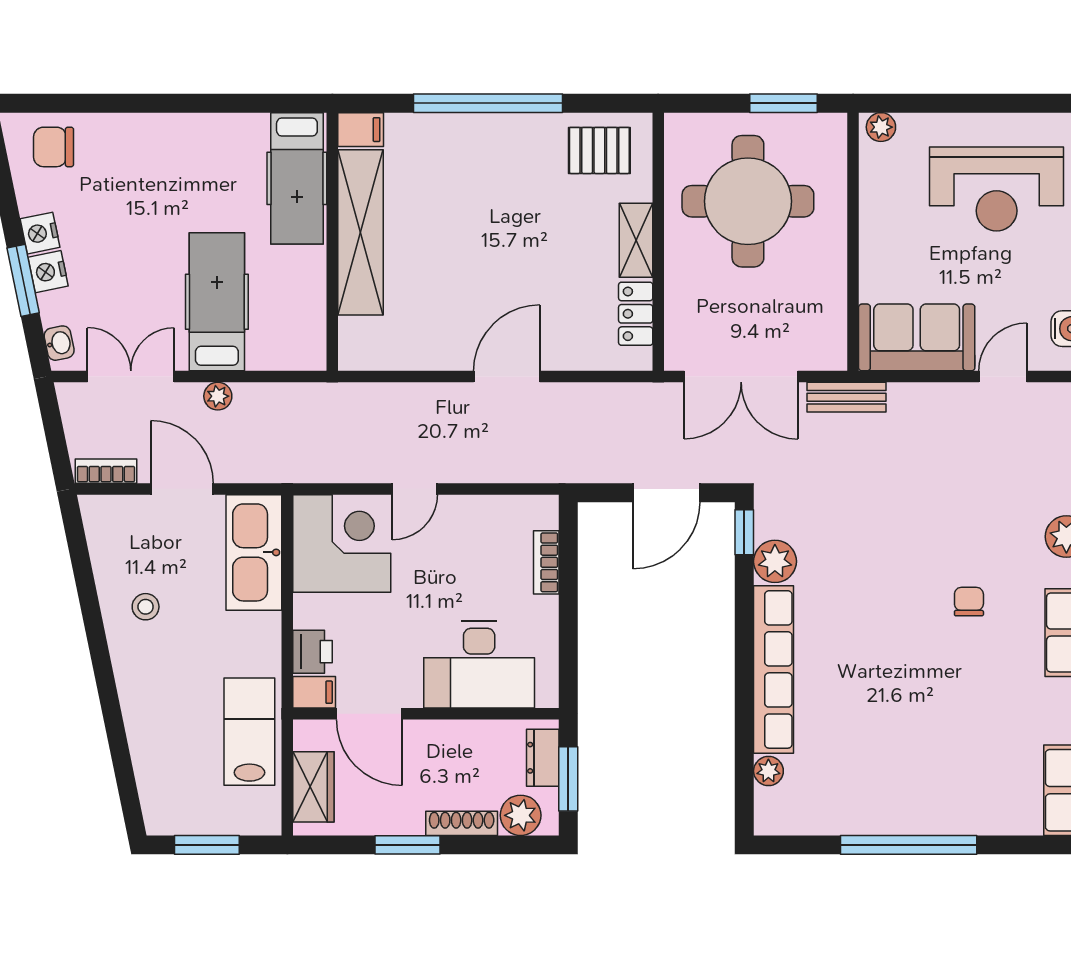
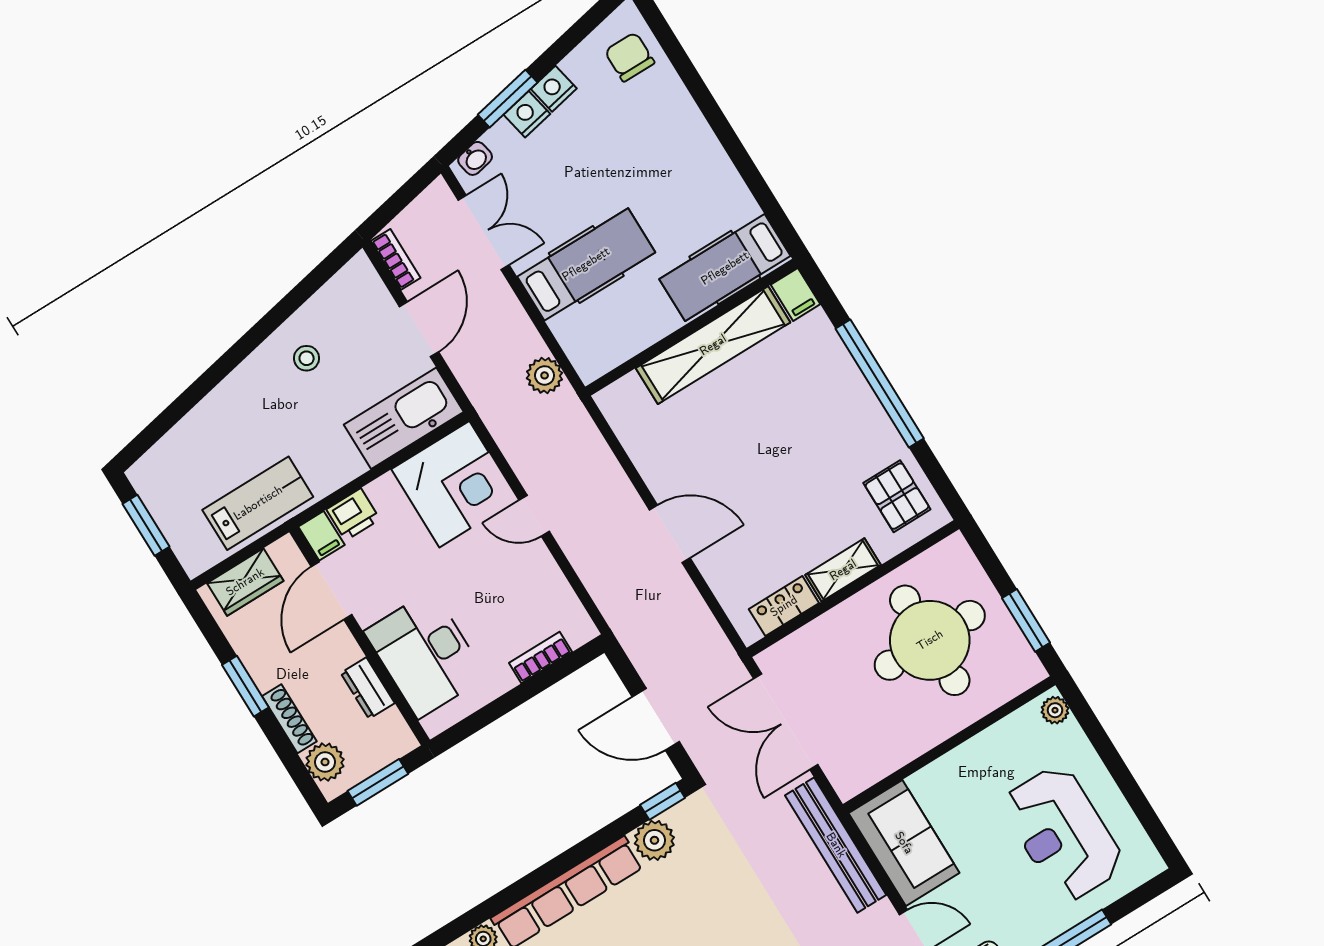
plant: (218, 396) -> (545, 375), moved, width x1.38, depth x1.38
bench: (846, 397) -> (836, 845), width x1.86, depth x1.21
dresser: (543, 758) -> (368, 688), moved, turned -90

